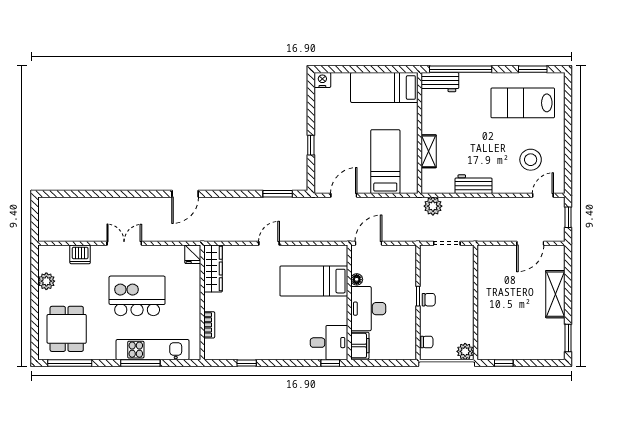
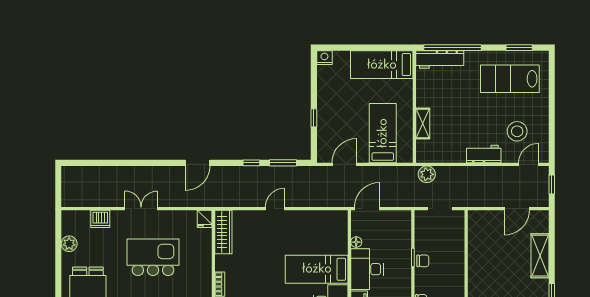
workbench: (440, 82) -> (440, 60), width x1.38
workbench: (474, 184) -> (484, 154), moved
window: (243, 194) -> (251, 163), added
bed: (314, 281) -> (317, 269), moved

